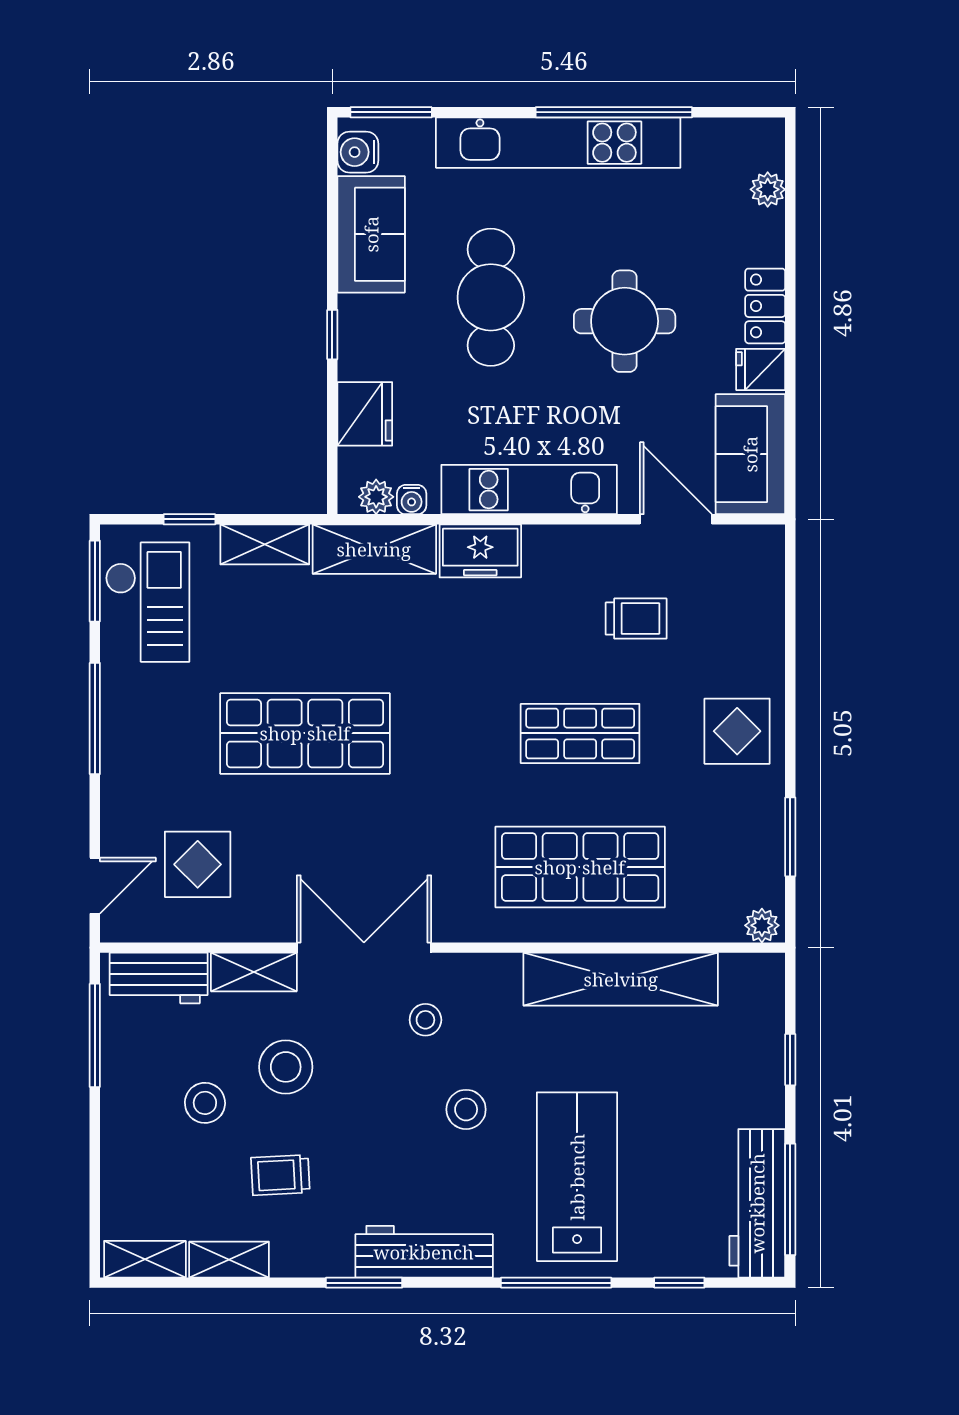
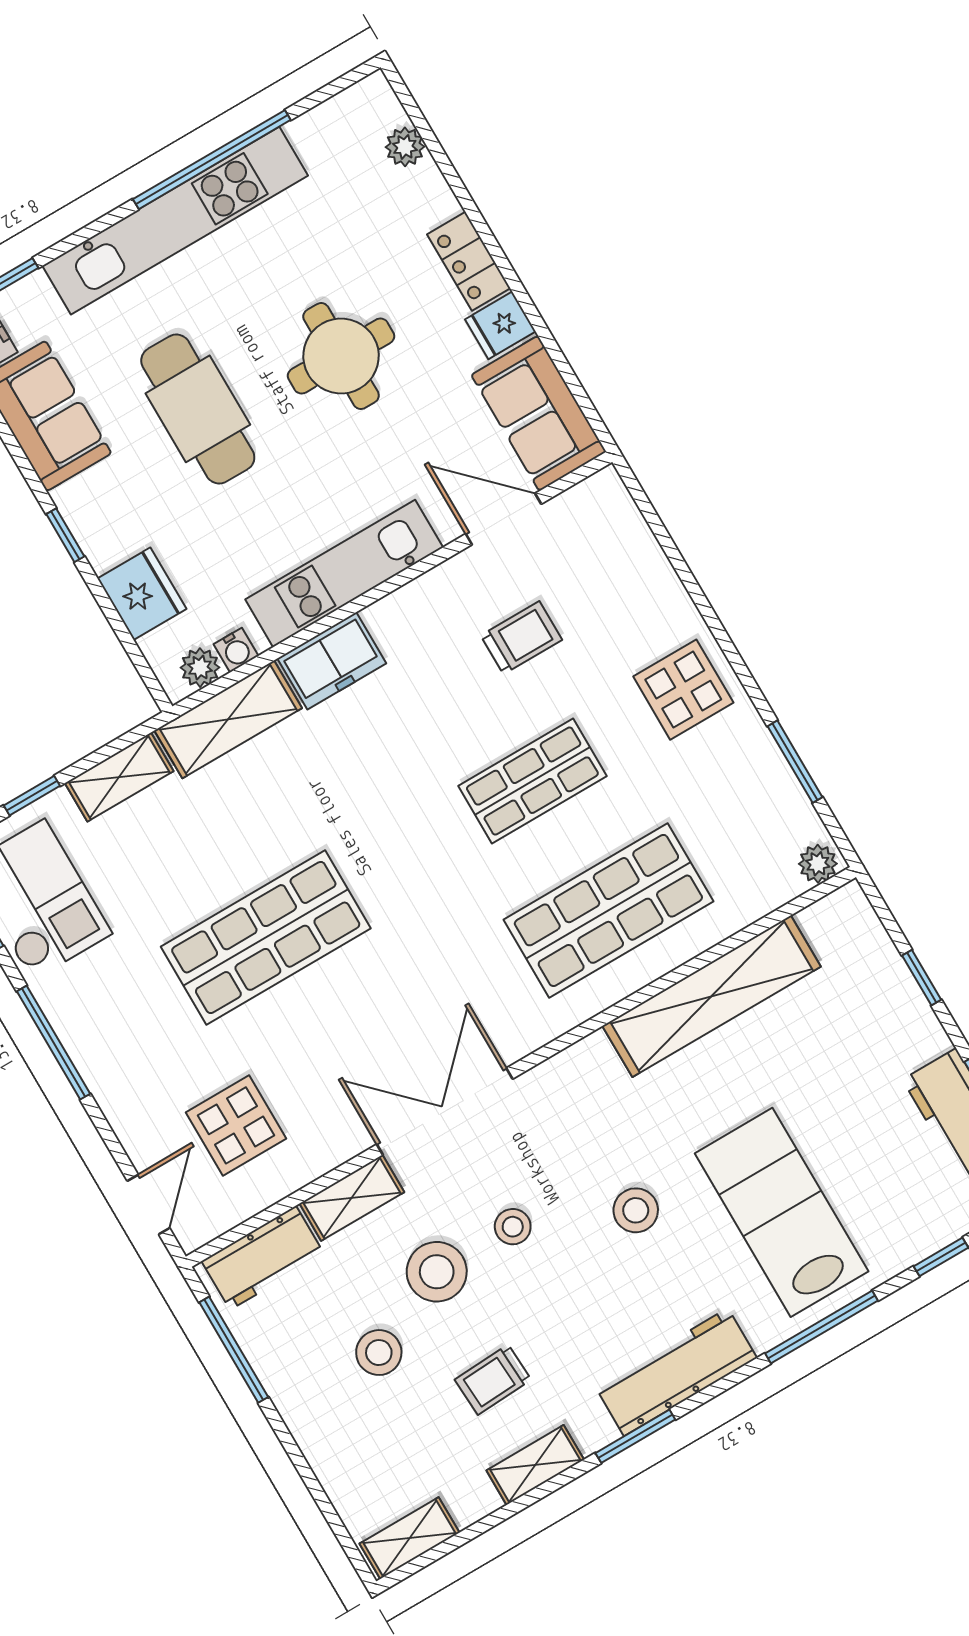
stool: (425, 1020) -> (513, 1227), moved
shelving: (229, 1260) -> (535, 1465), moved

